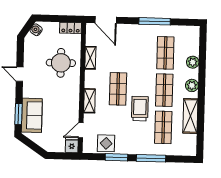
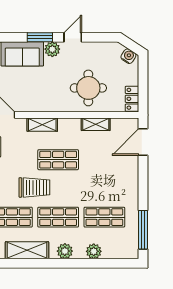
window: (155, 21) -> (143, 230), moved
plant: (29, 91) -> (52, 49), added
window: (19, 114) -> (40, 37), moved

